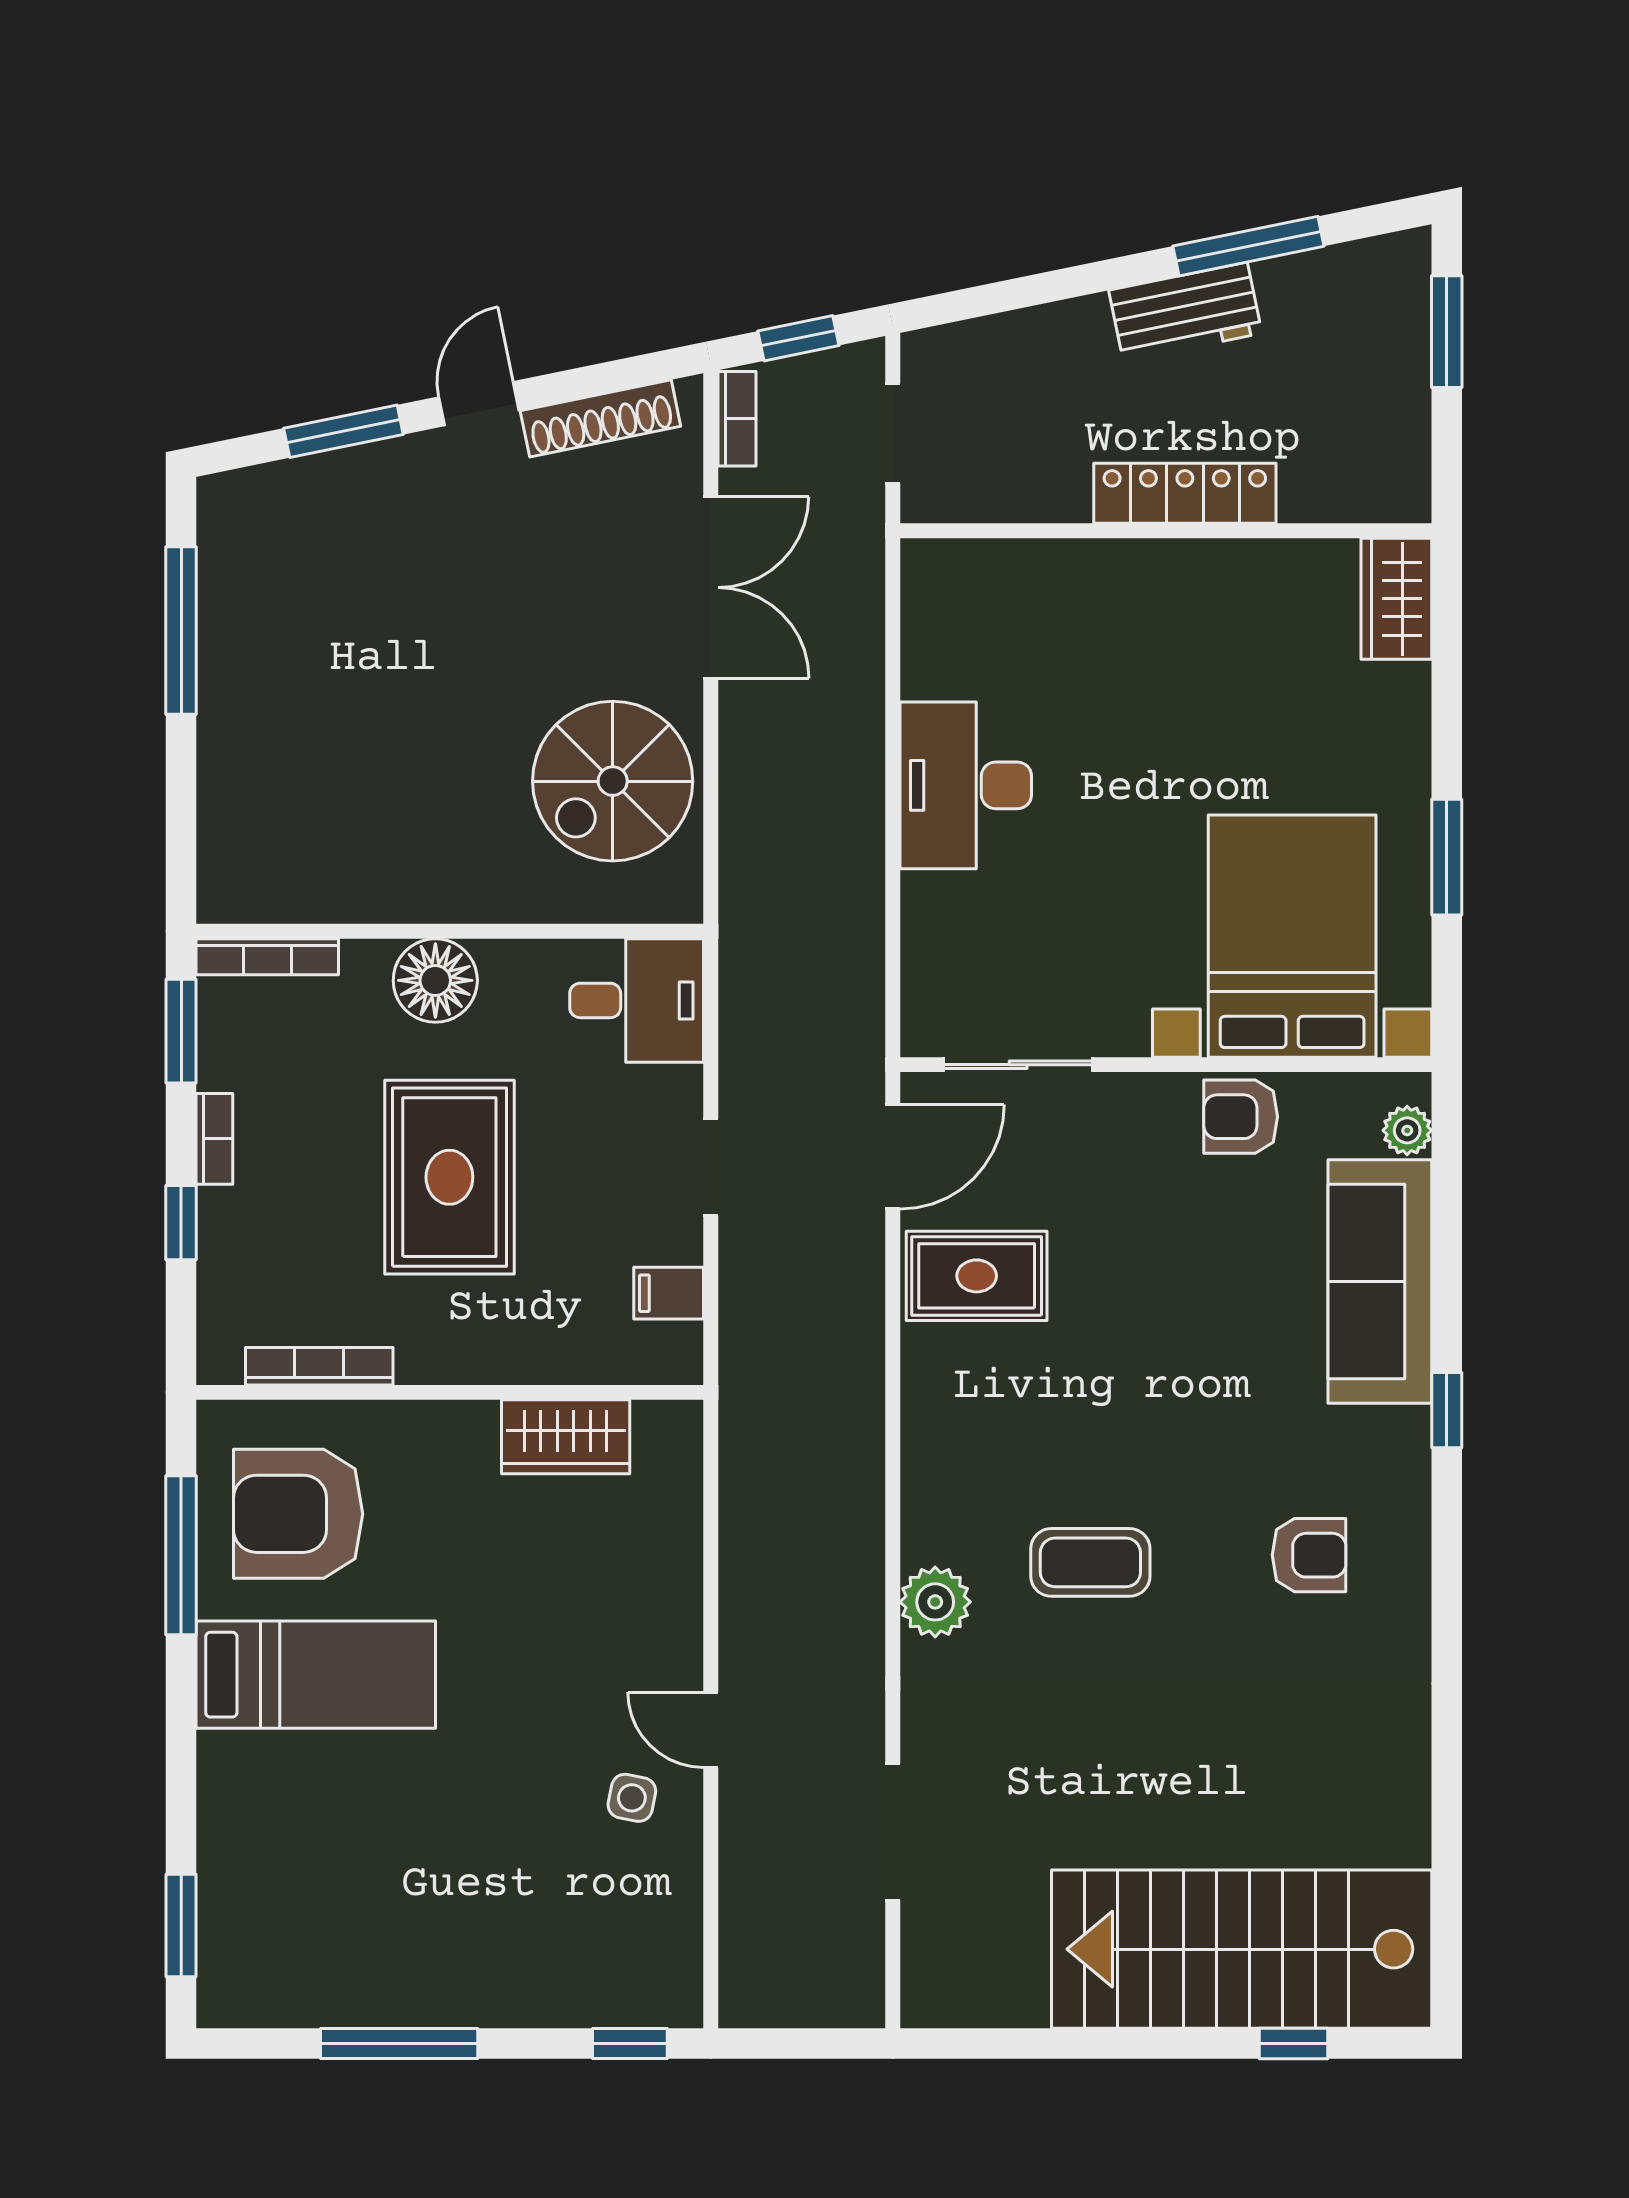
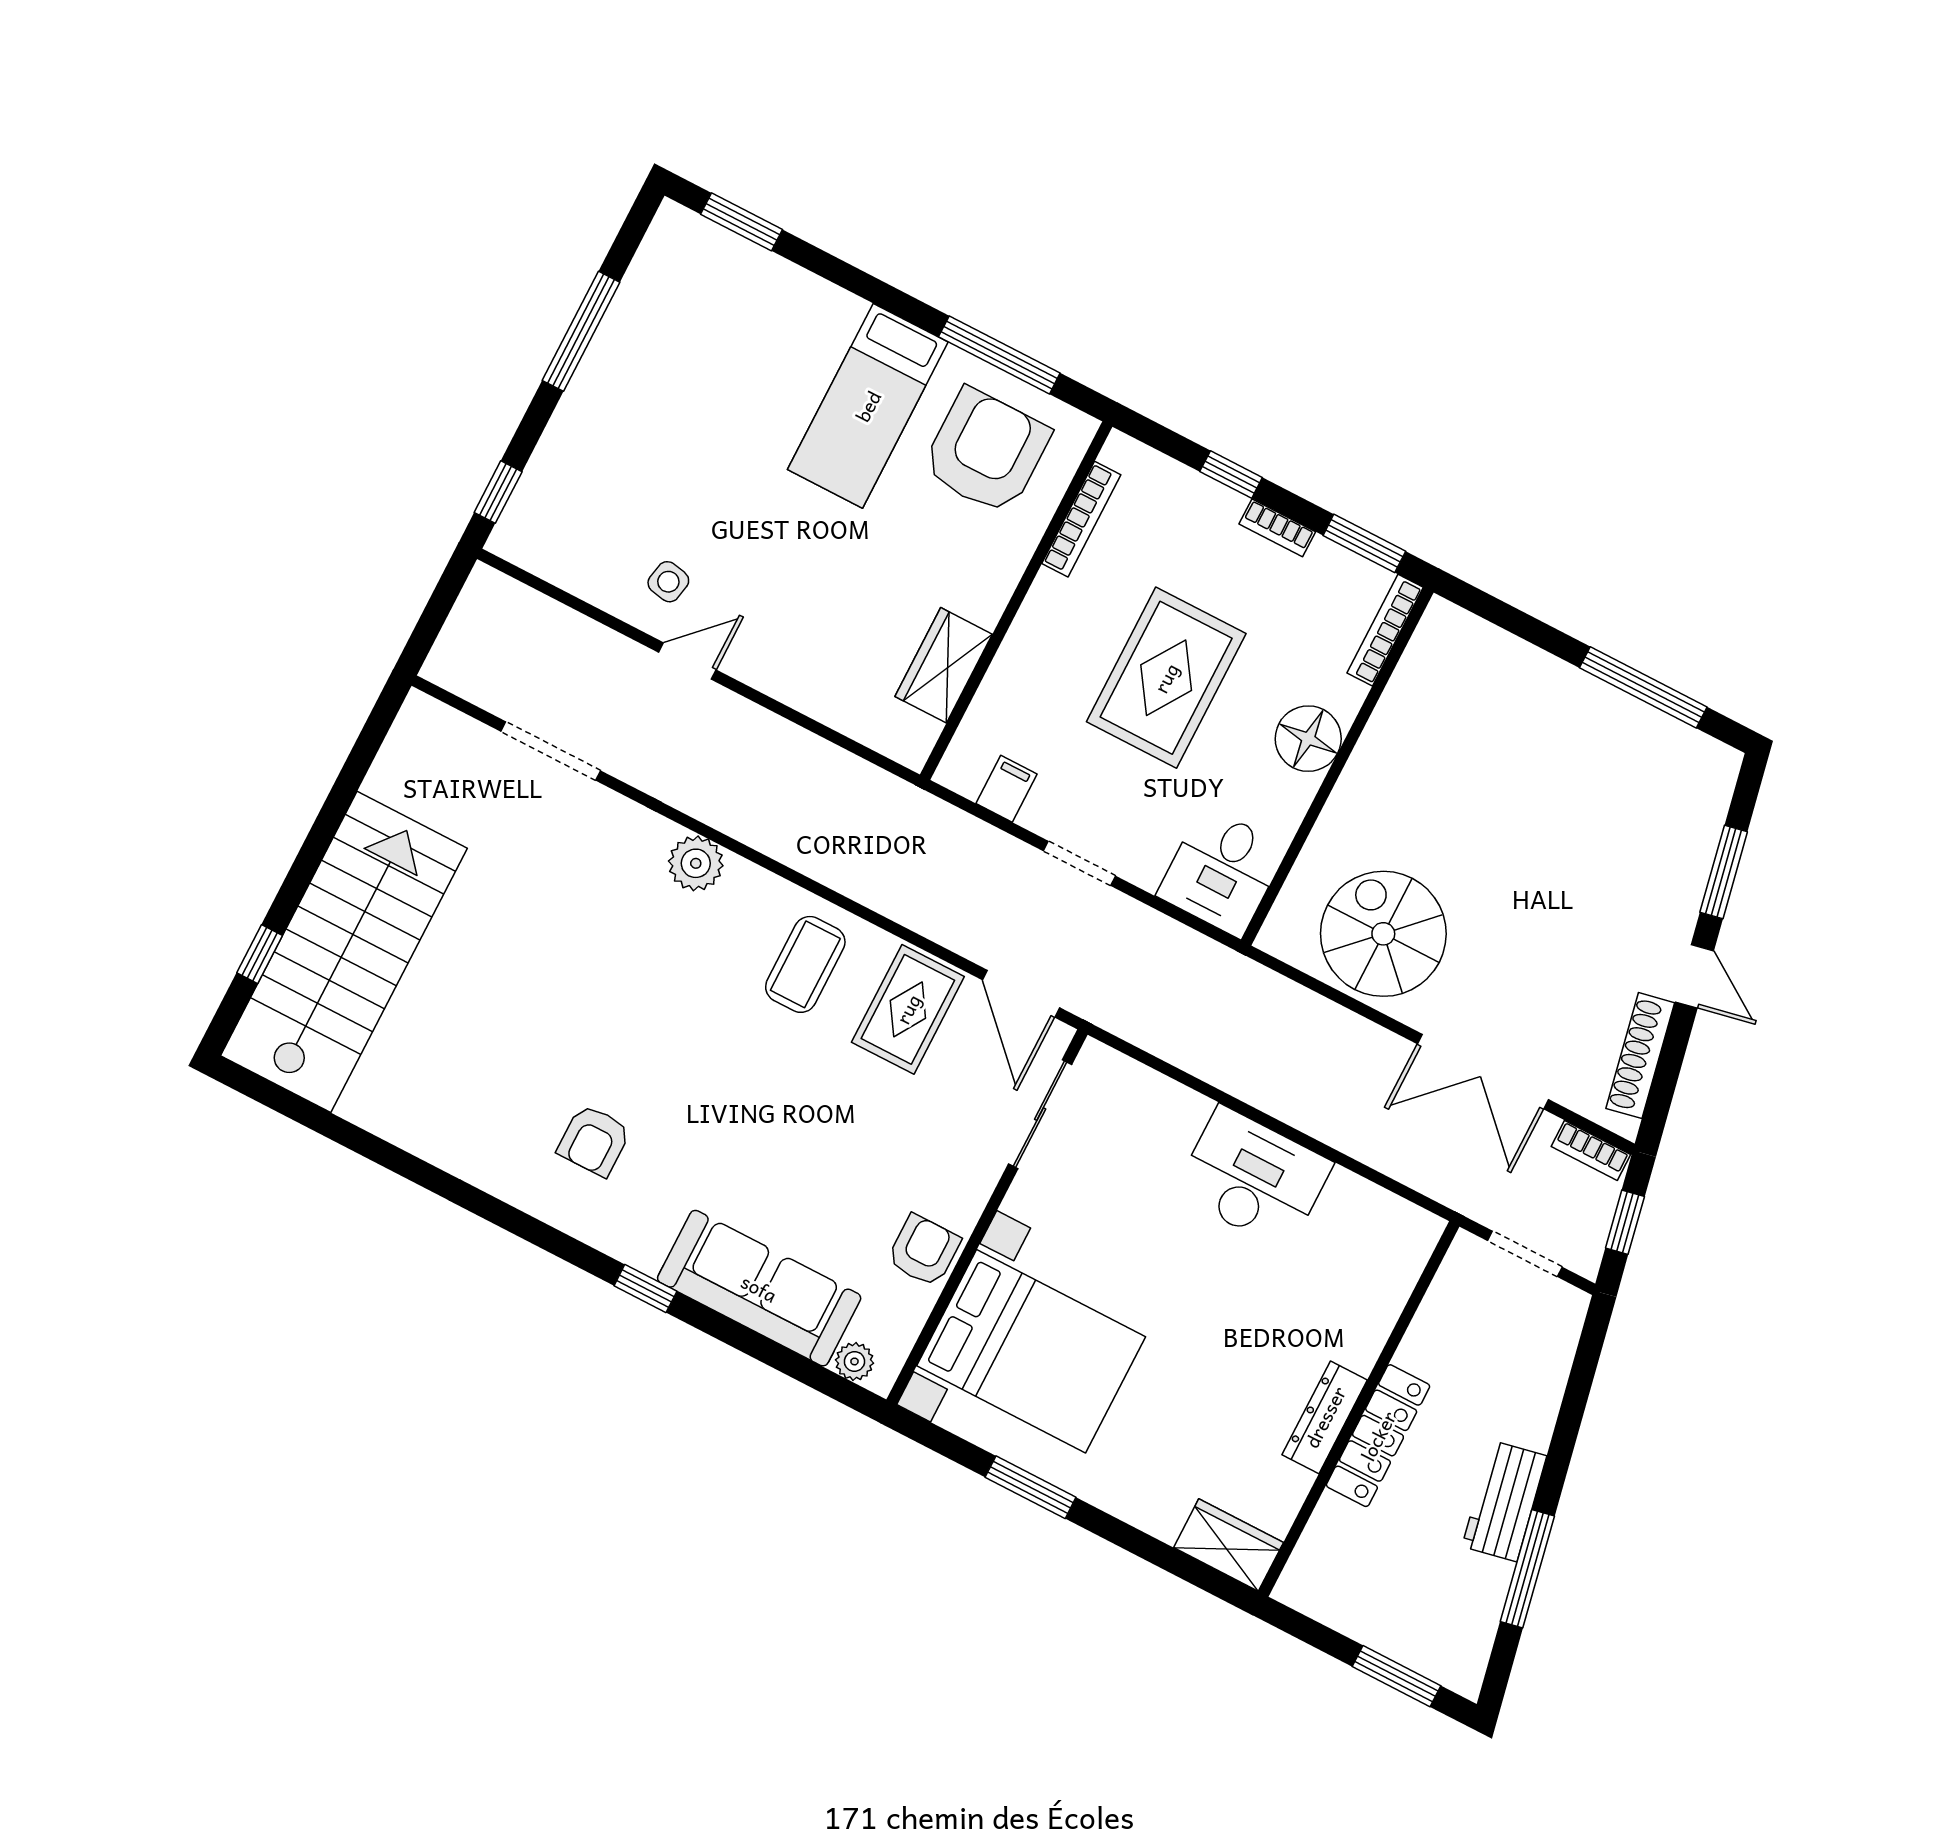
dresser: (1195, 565) -> (1325, 1417), added
rug: (449, 1177) -> (1166, 678), turned 90
coffee table: (1090, 1562) -> (805, 964), moved

